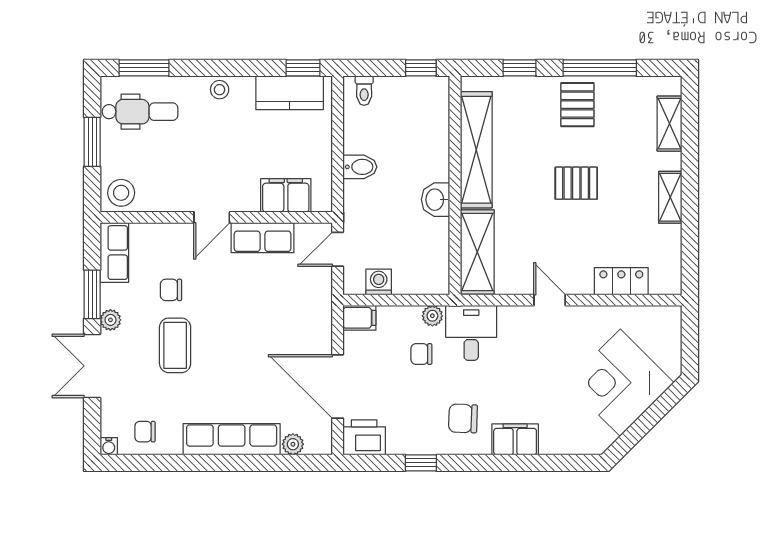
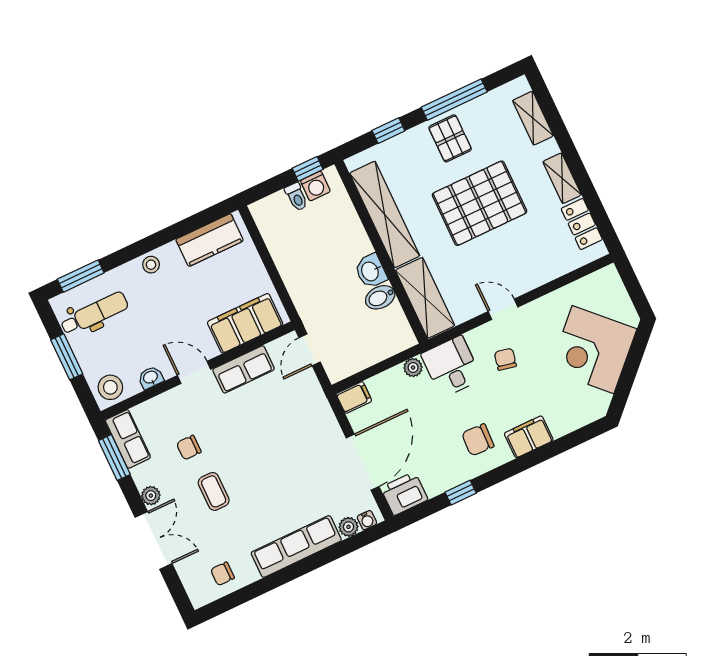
window: (303, 68) -> (211, 214), removed
toilet: (364, 91) -> (296, 197), moved
bidet: (360, 167) -> (380, 297), moved, turned 180
pallet: (576, 183) -> (480, 203), width x2.05, depth x2.00
filing cabinet: (286, 195) -> (245, 323), width x1.50, depth x1.17
washbasin: (166, 202) -> (151, 378), added
door: (212, 217) -> (194, 372), swing flipped
locker: (621, 281) -> (582, 224), moved, turned -90
washing machine: (379, 282) -> (315, 186), moved, turned 180
window: (92, 294) -> (114, 458), moved
coffee table: (175, 345) -> (214, 491), width x0.73, depth x0.77
chair: (421, 354) -> (505, 359), moved, turned 102
double door: (92, 366) -> (154, 540), swing flipped
door: (338, 386) -> (363, 462), swing flipped
water cooler: (109, 446) -> (367, 520), moved

